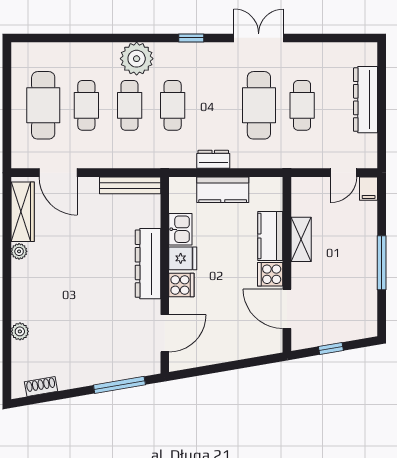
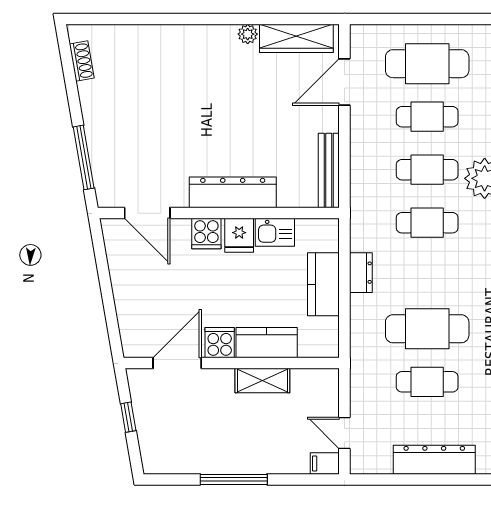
plant: (20, 331) -> (149, 35), removed

